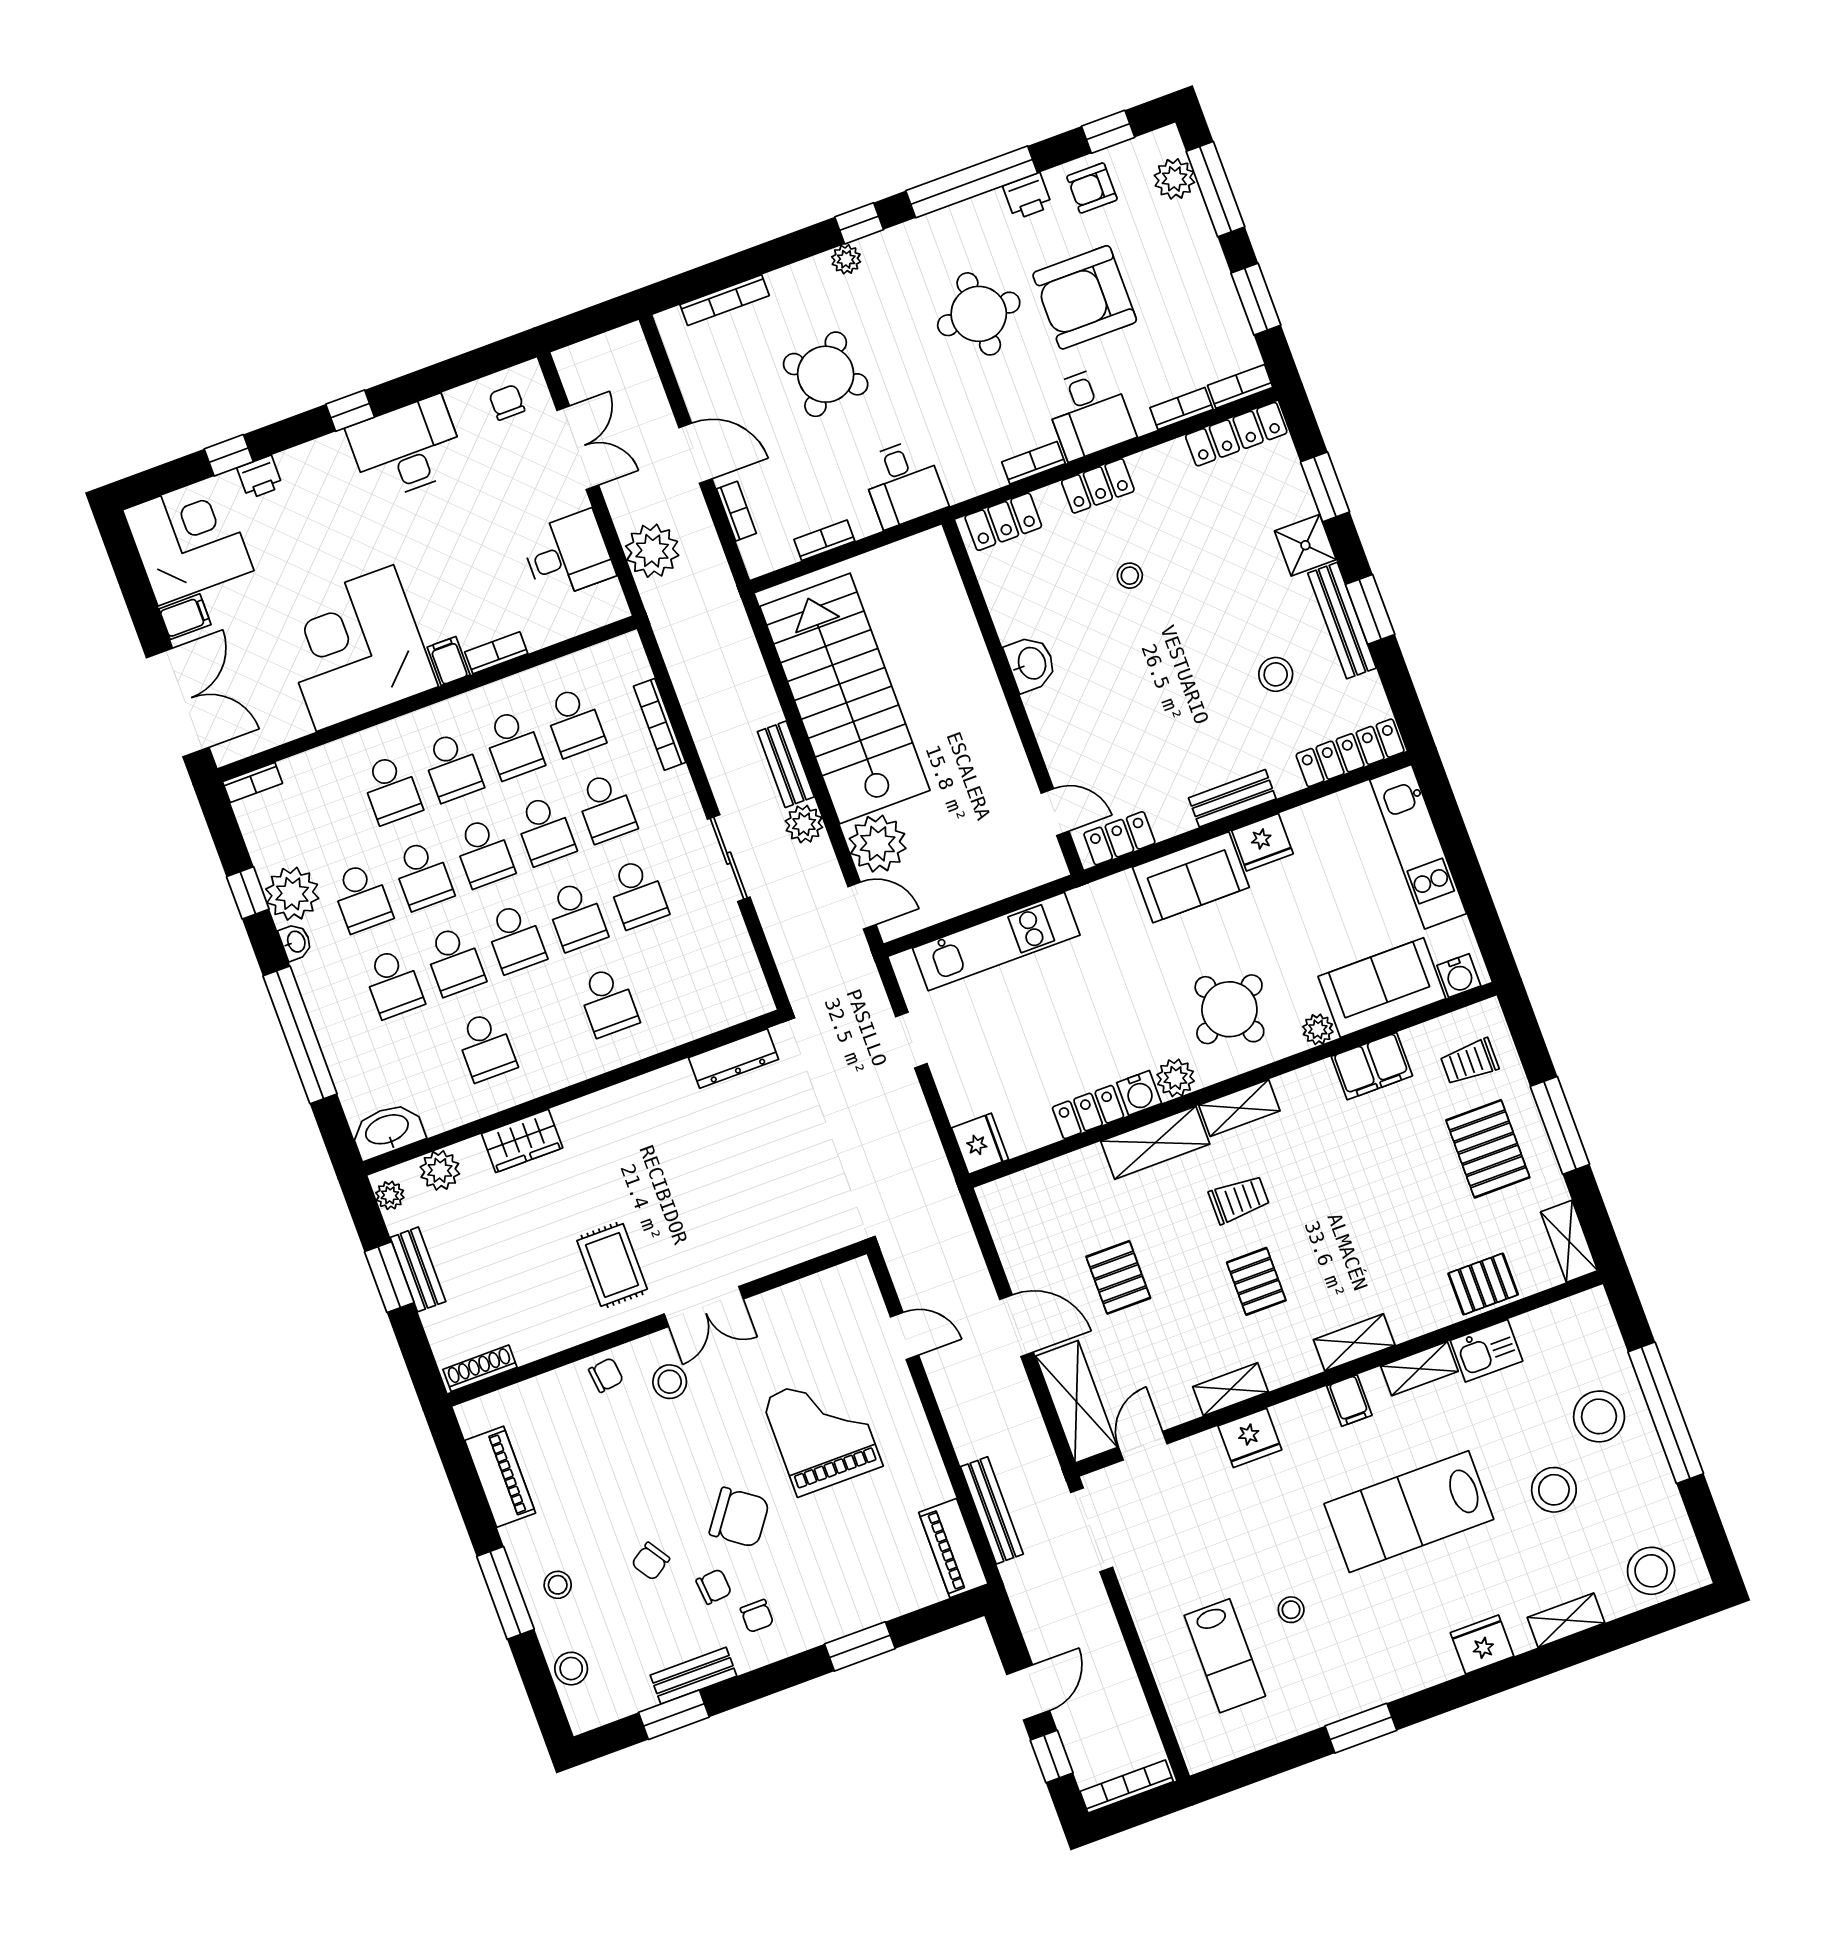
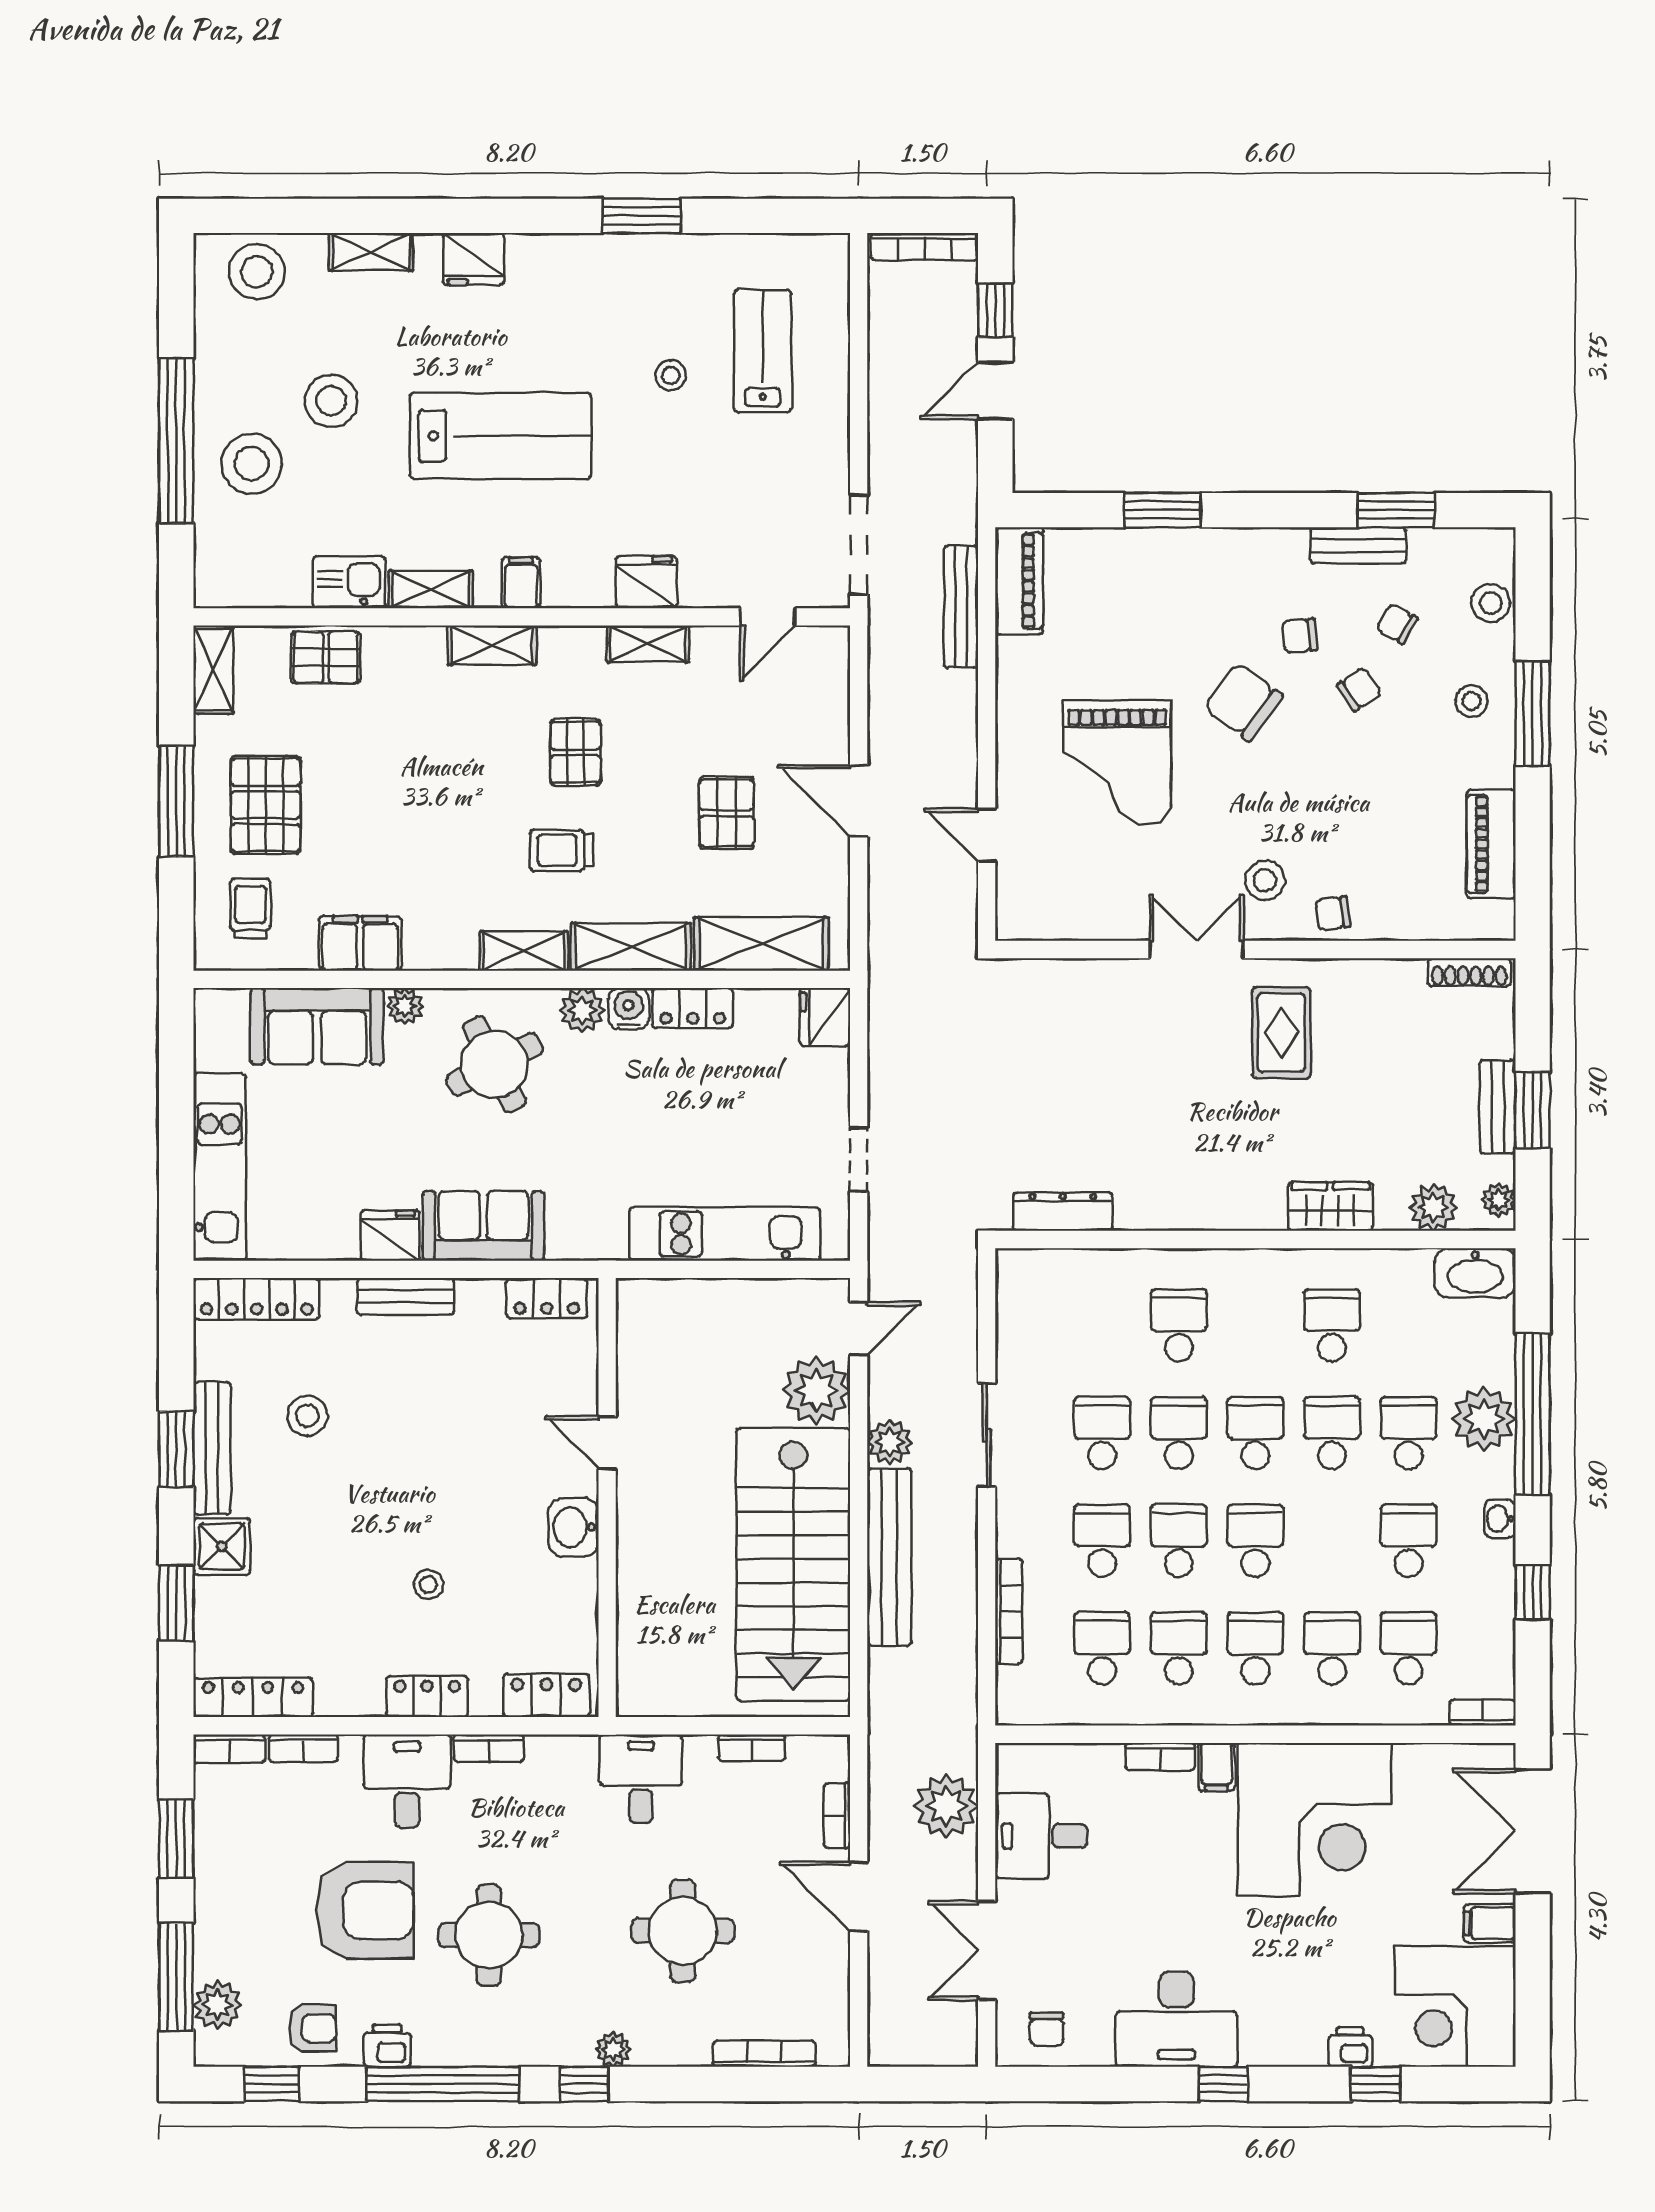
round table: (826, 374) -> (683, 1931), turned -38
bench: (786, 764) -> (889, 1557), width x1.86, depth x1.21
door: (1055, 812) -> (607, 1443), moved
school desk: (423, 875) -> (1409, 1648), moved
plant: (292, 894) -> (1484, 1419), moved
door: (862, 906) -> (859, 1328), swing flipped
water cooler: (1459, 976) -> (227, 1008), removed
trolley: (1470, 1062) -> (250, 909), turned -90
shelving: (1077, 1402) -> (761, 944), moved, turned 90
chair: (757, 1616) -> (1397, 624), moved, turned -61

